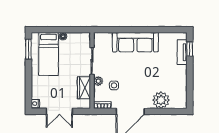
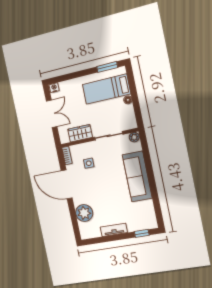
tv unit: (182, 52) -> (114, 230), moved
plant: (98, 81) -> (134, 137), moved
double door: (59, 111) -> (52, 114), swing flipped

